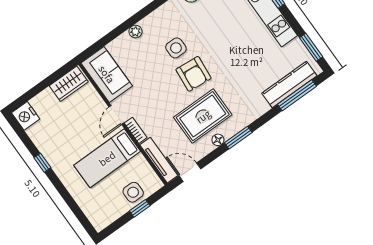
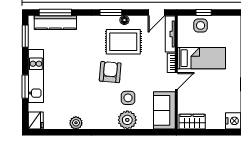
plant: (135, 32) -> (127, 120), width x1.88, depth x1.88
side table: (176, 48) -> (128, 98), moved
door: (190, 172) -> (156, 13), hinge flipped

